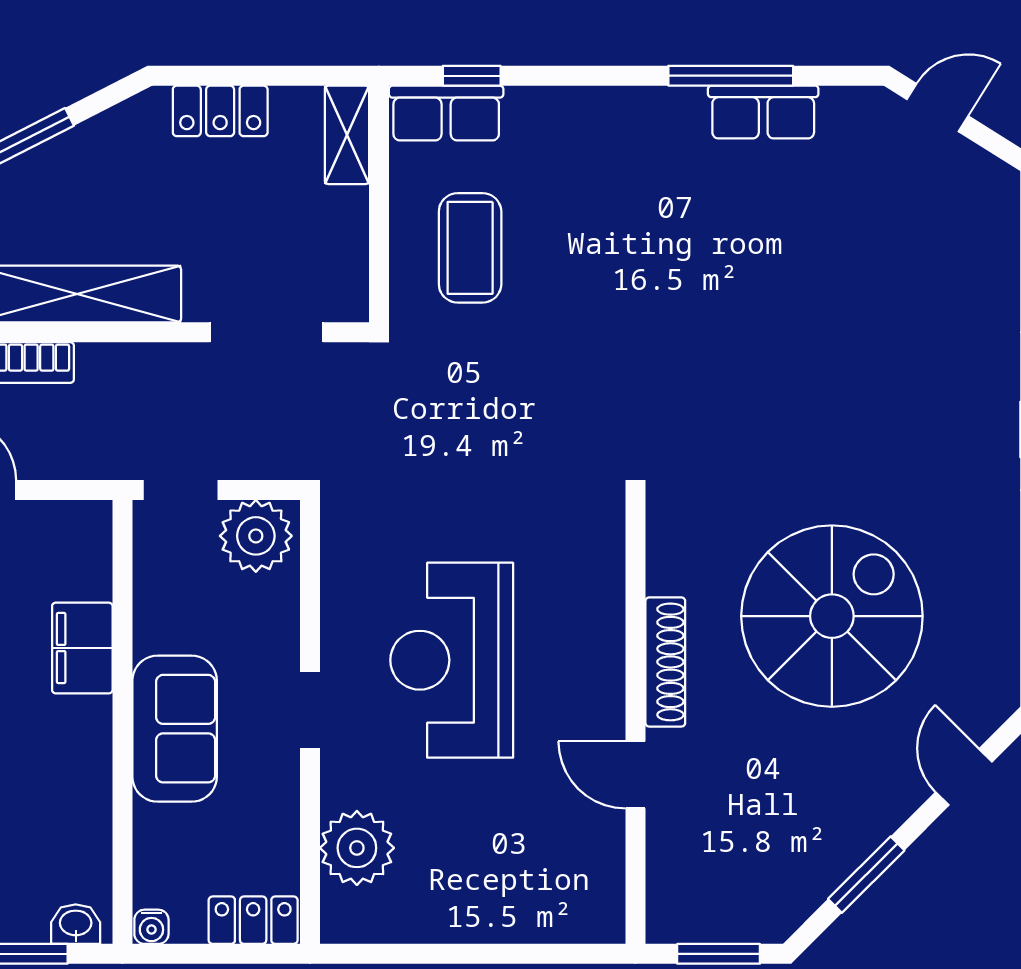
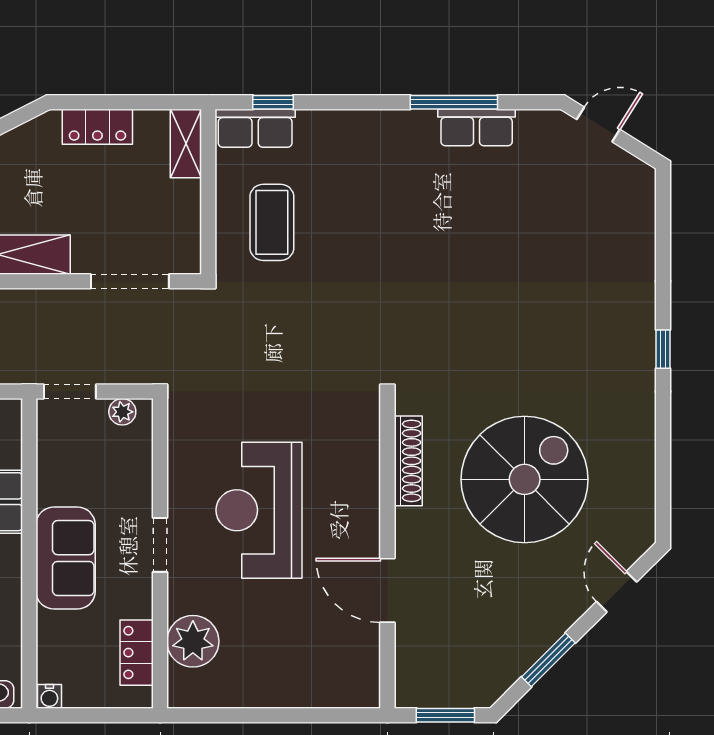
plant: (256, 536) -> (122, 412), width x0.53, depth x0.53
shoe rack: (665, 662) -> (408, 461), moved
door: (635, 775) -> (387, 590), width x1.38
locker: (253, 920) -> (137, 653), moved, turned -90

